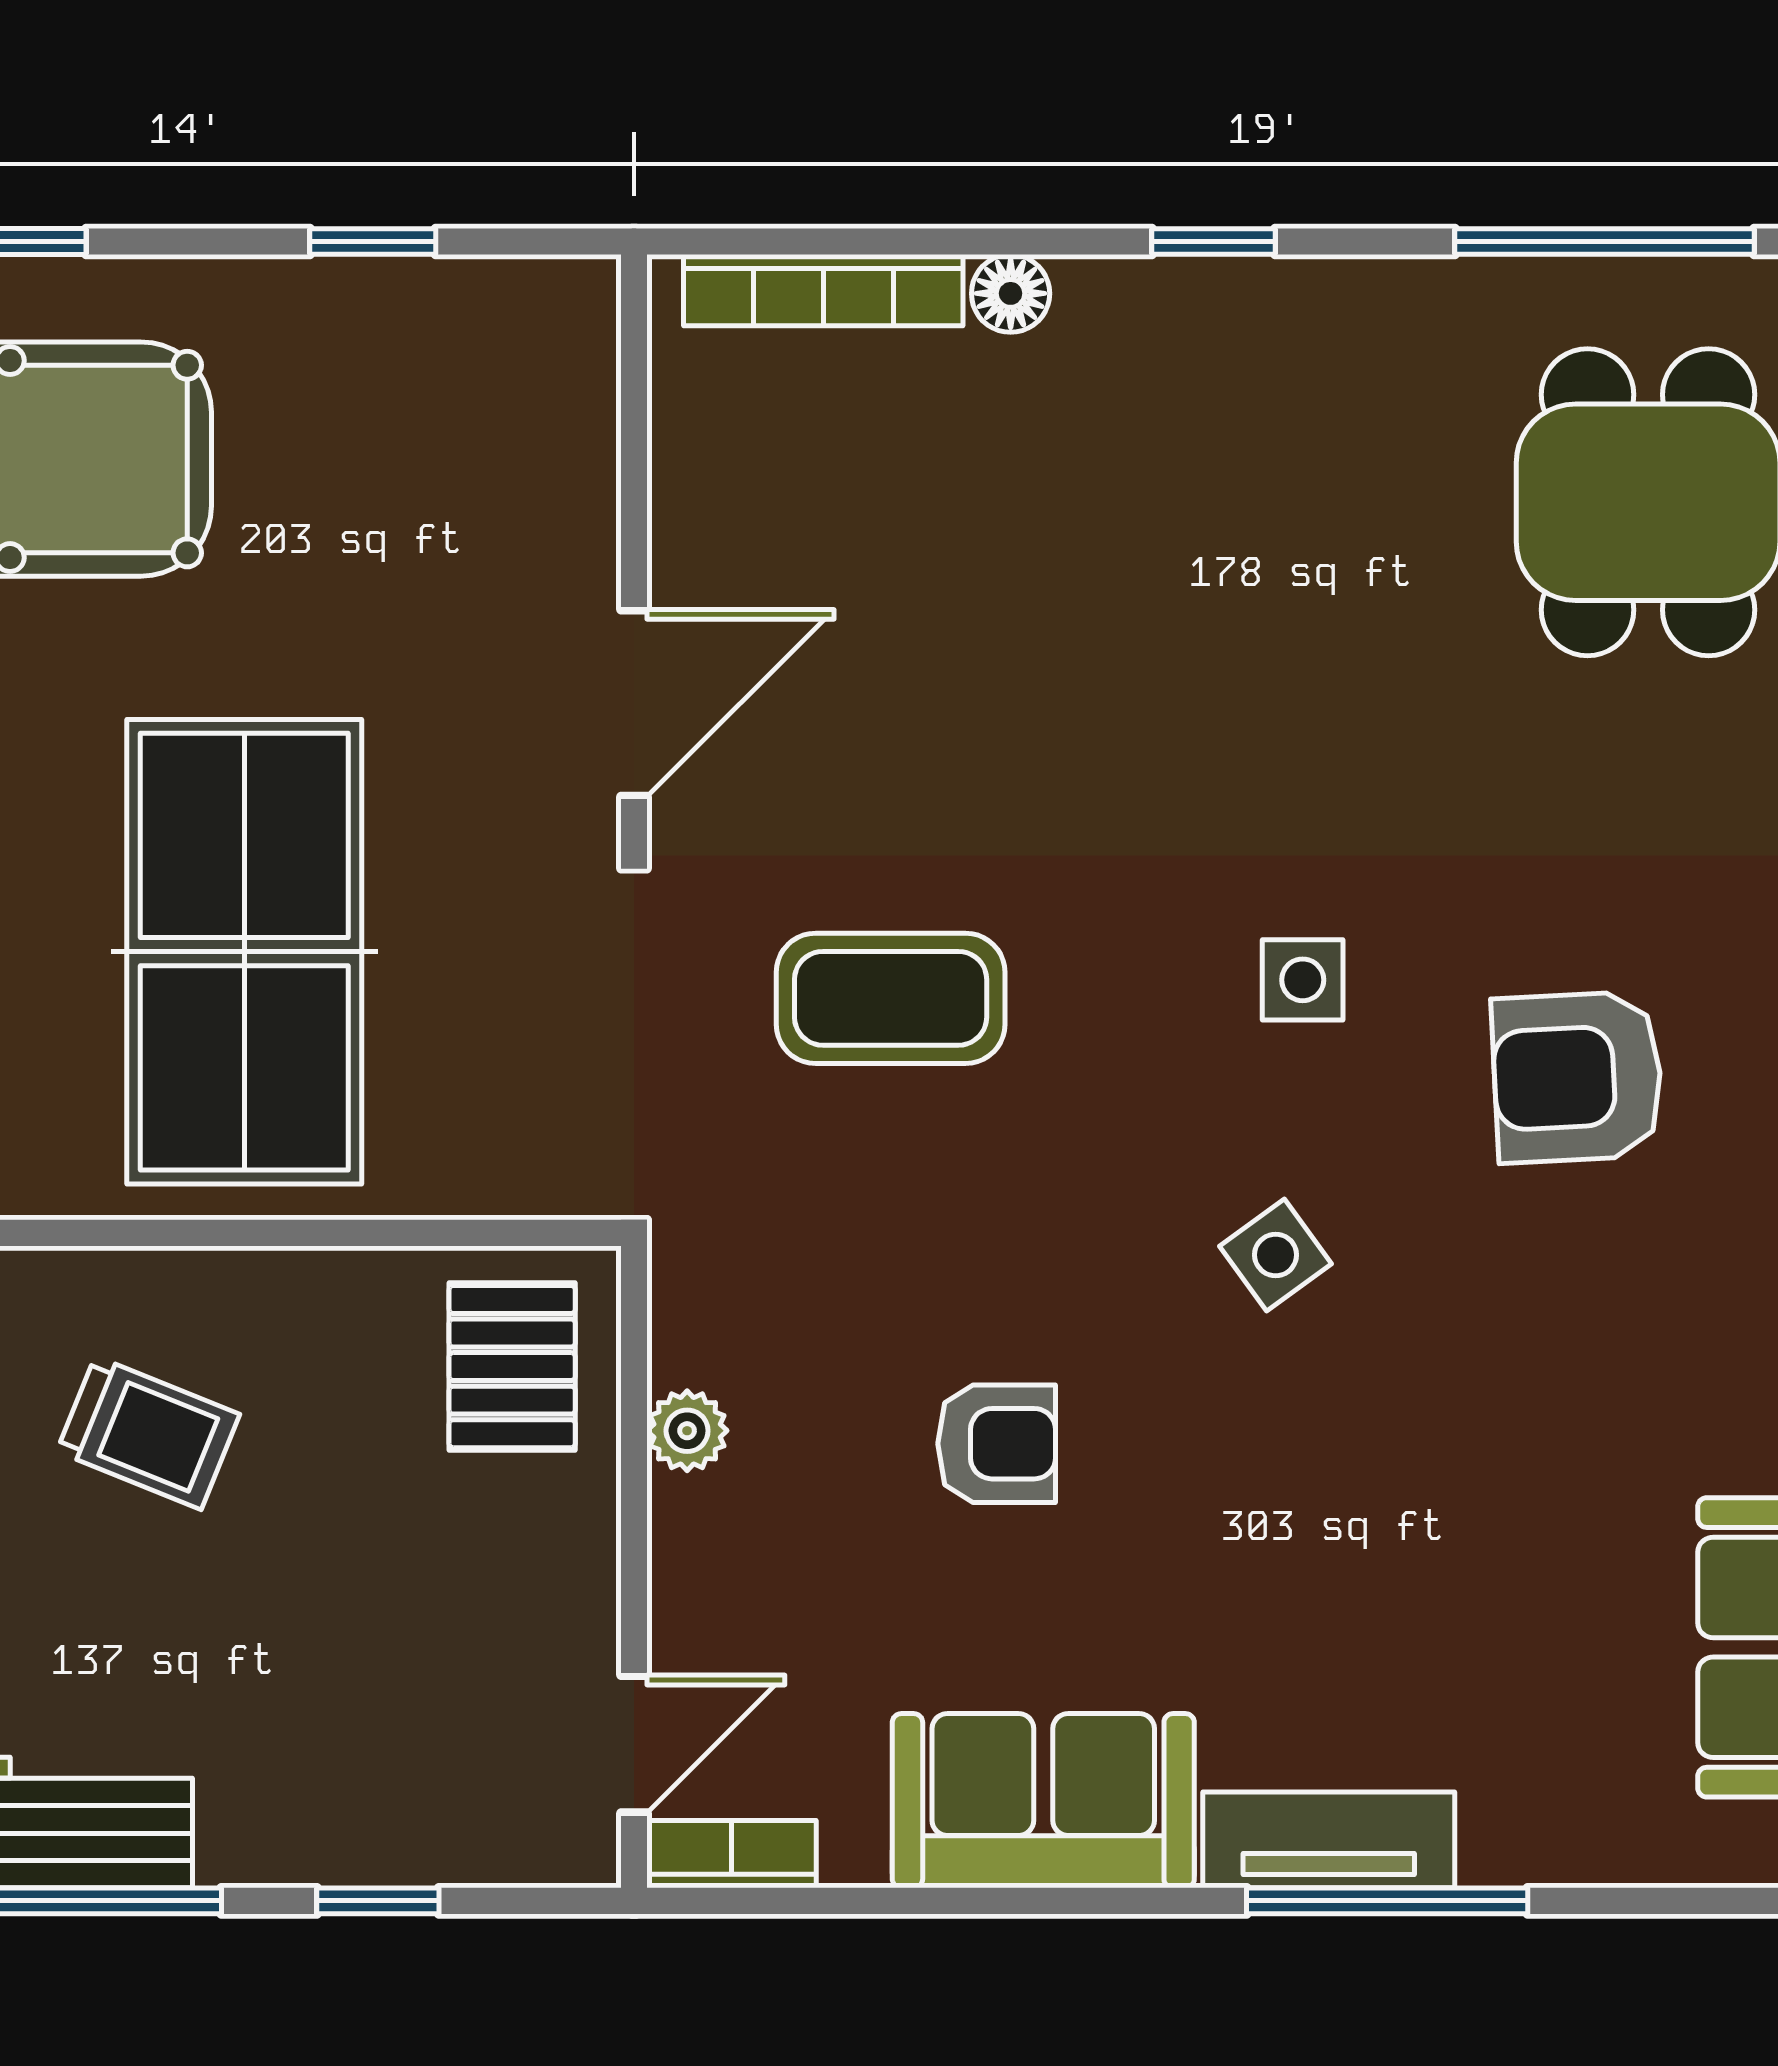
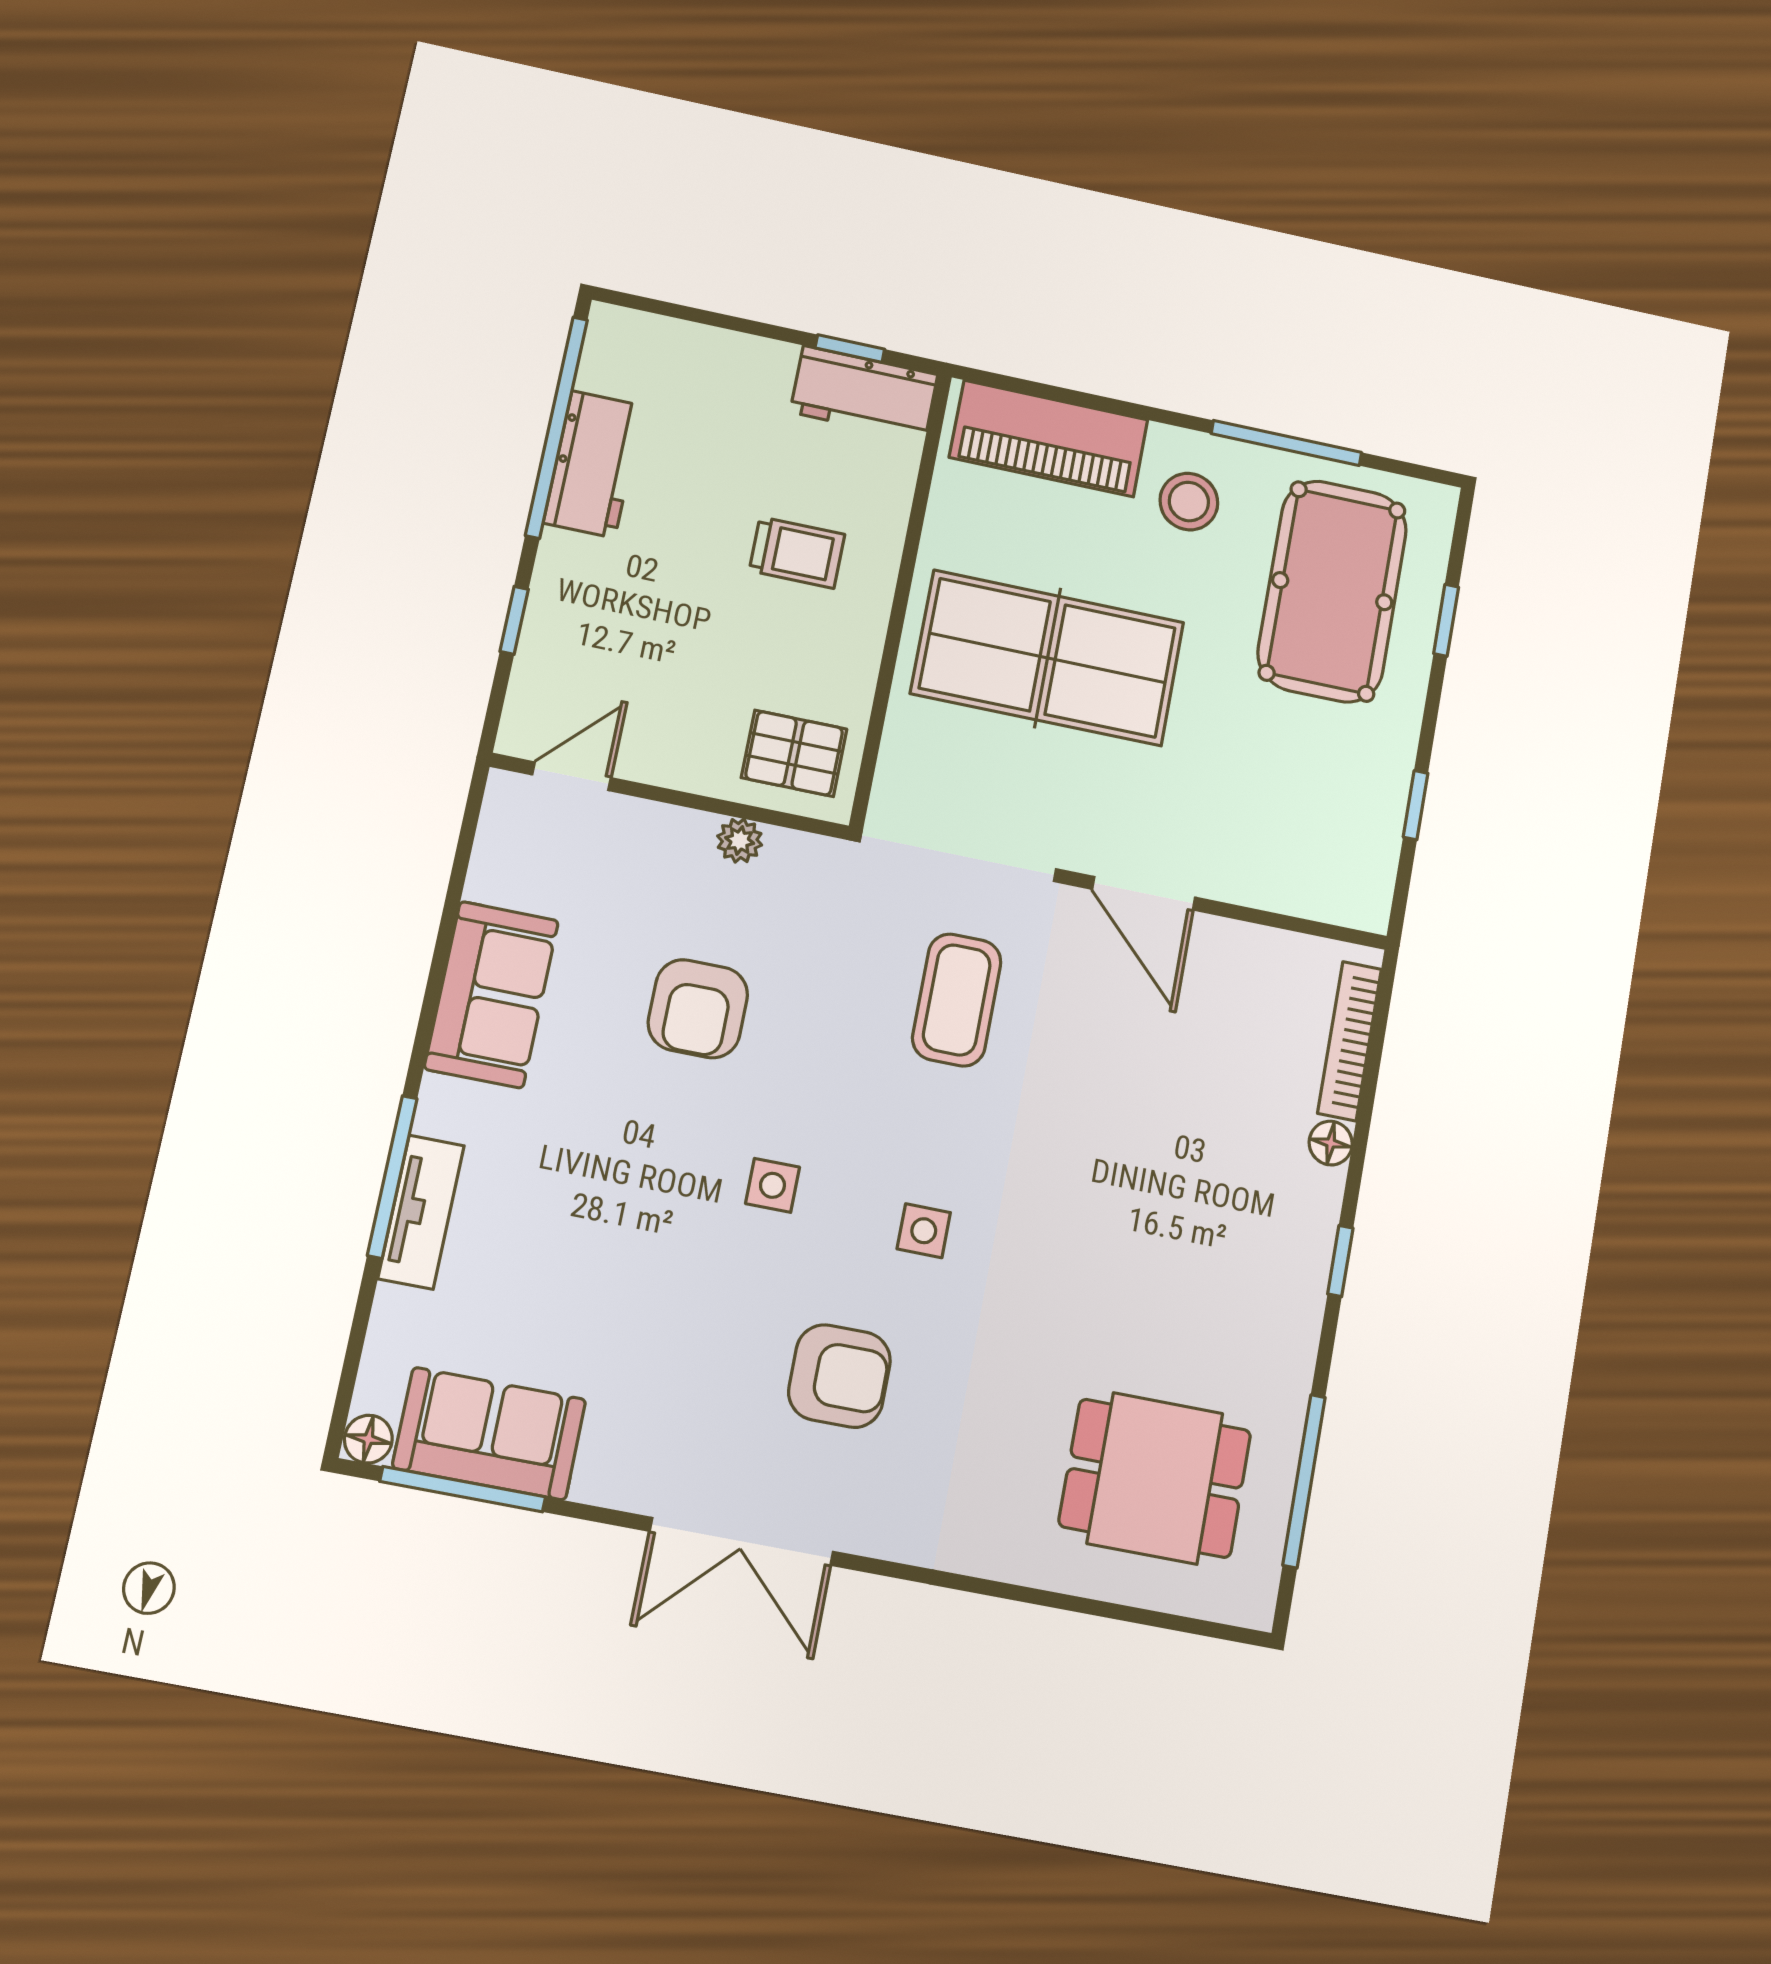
armchair: (1577, 1077) -> (839, 1376), turned 93
side table: (1276, 1255) -> (773, 1185), turned 36
trolley: (148, 1433) -> (797, 553), turned -112
armchair: (997, 1444) -> (698, 1009), width x1.38, depth x1.38
door: (634, 1744) -> (572, 776), swing flipped
tv unit: (1329, 1840) -> (421, 1212), moved
bookcase: (732, 1854) -> (499, 817), removed

